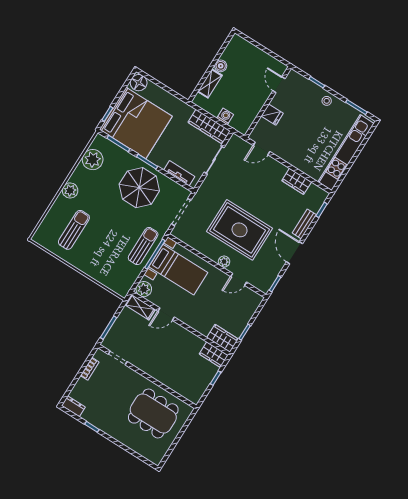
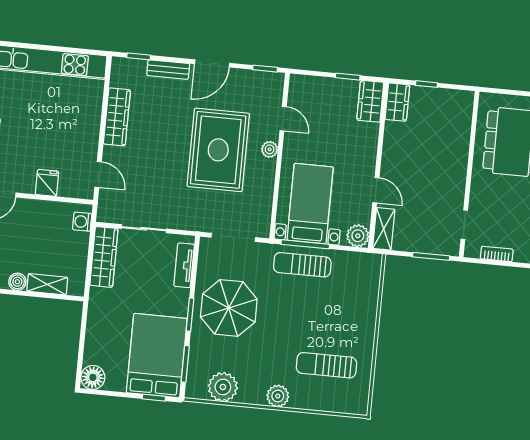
washing machine: (225, 116) -> (82, 222), moved
bed: (136, 123) -> (157, 356), width x0.73
wardrobe: (297, 181) -> (117, 117), width x1.50

